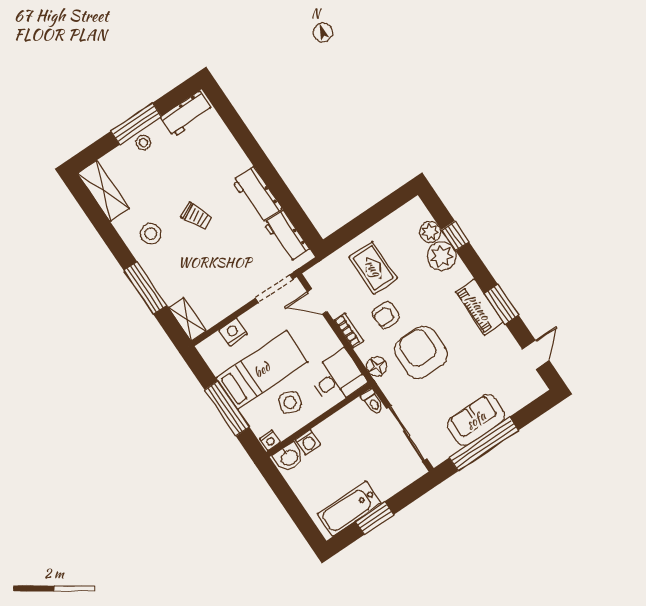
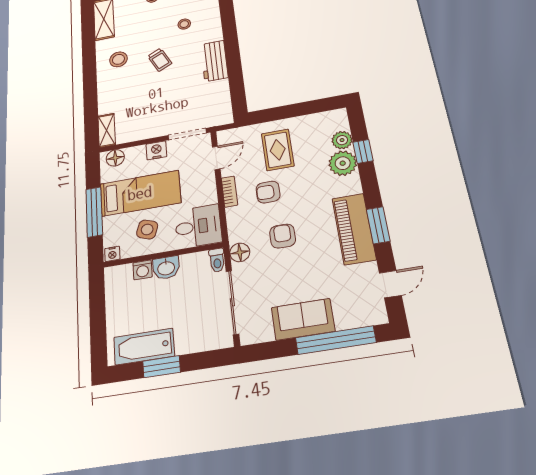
stool: (199, 163) -> (184, 24), added
workbench: (286, 236) -> (220, 99), removed
window: (145, 288) -> (90, 96), removed
door: (317, 302) -> (216, 158), swing flipped
piano: (479, 307) -> (354, 229), width x1.37, depth x1.33
nightstand: (233, 332) -> (156, 150), moved
floor lamp: (215, 345) -> (115, 158), added
armchair: (421, 352) -> (283, 236), width x0.53, depth x0.53
floor lamp: (377, 366) -> (240, 252), moved
window: (484, 444) -> (336, 340), moved
washbasin: (289, 457) -> (166, 268), moved

